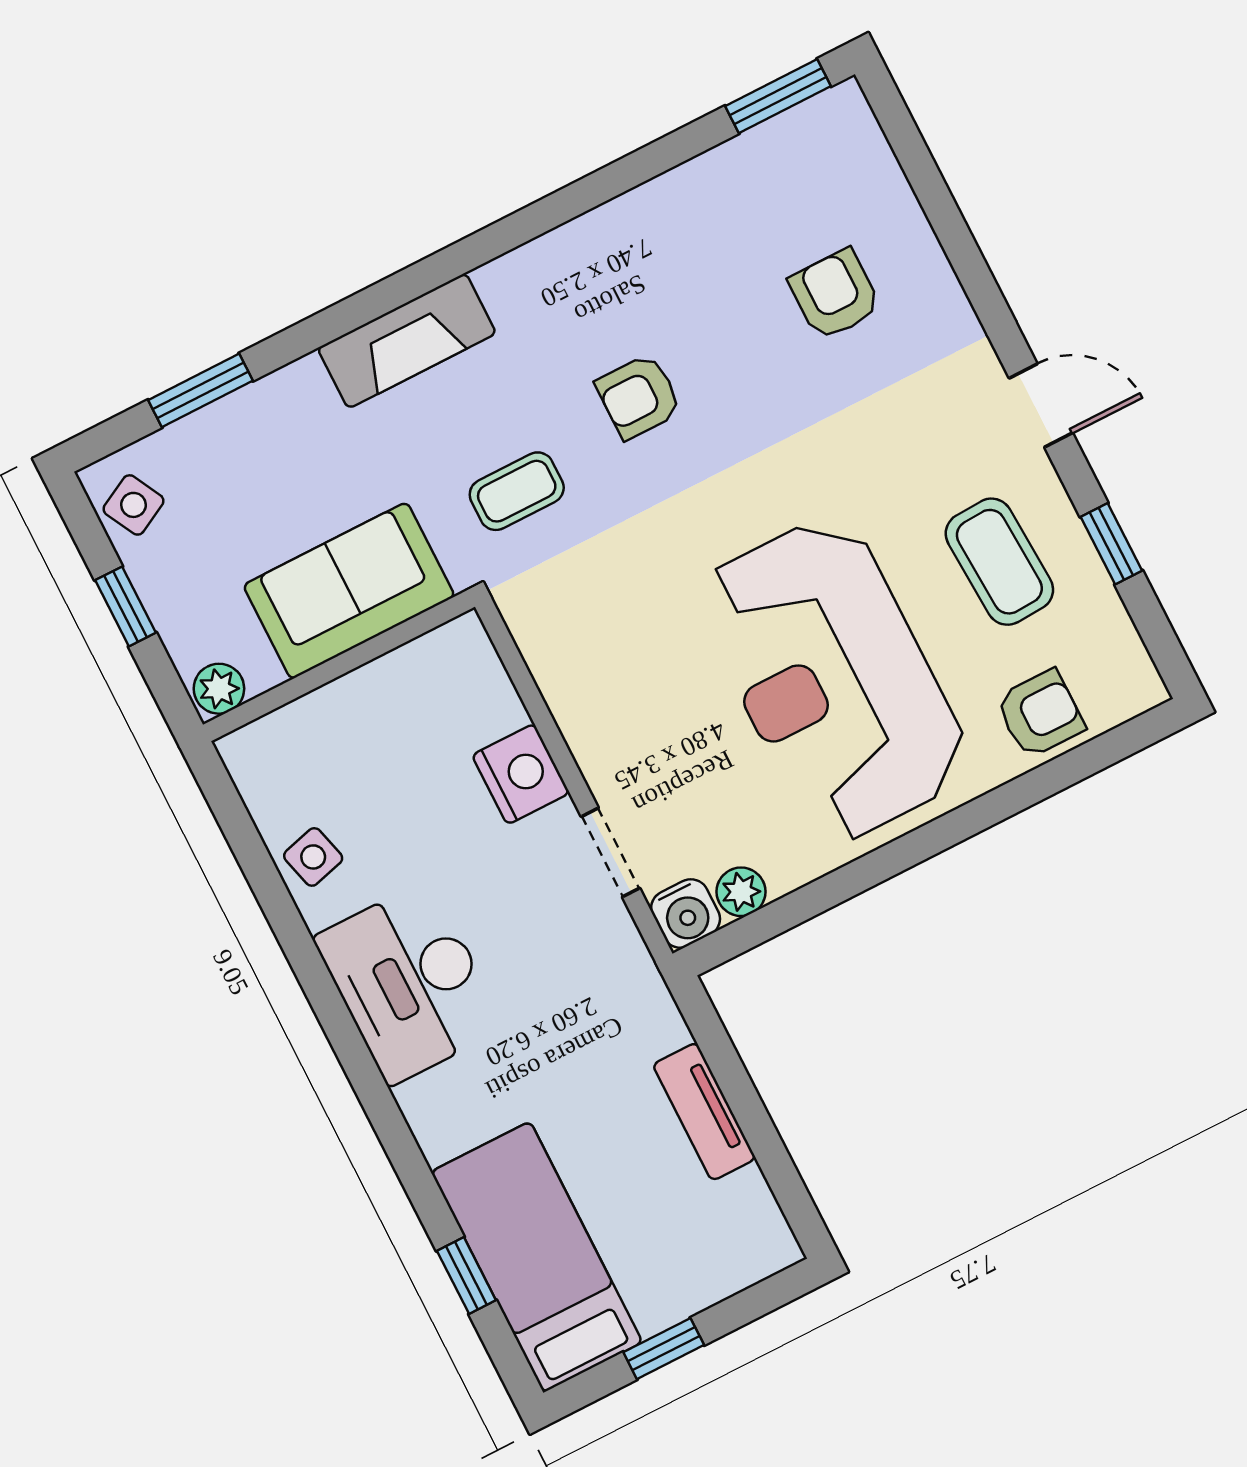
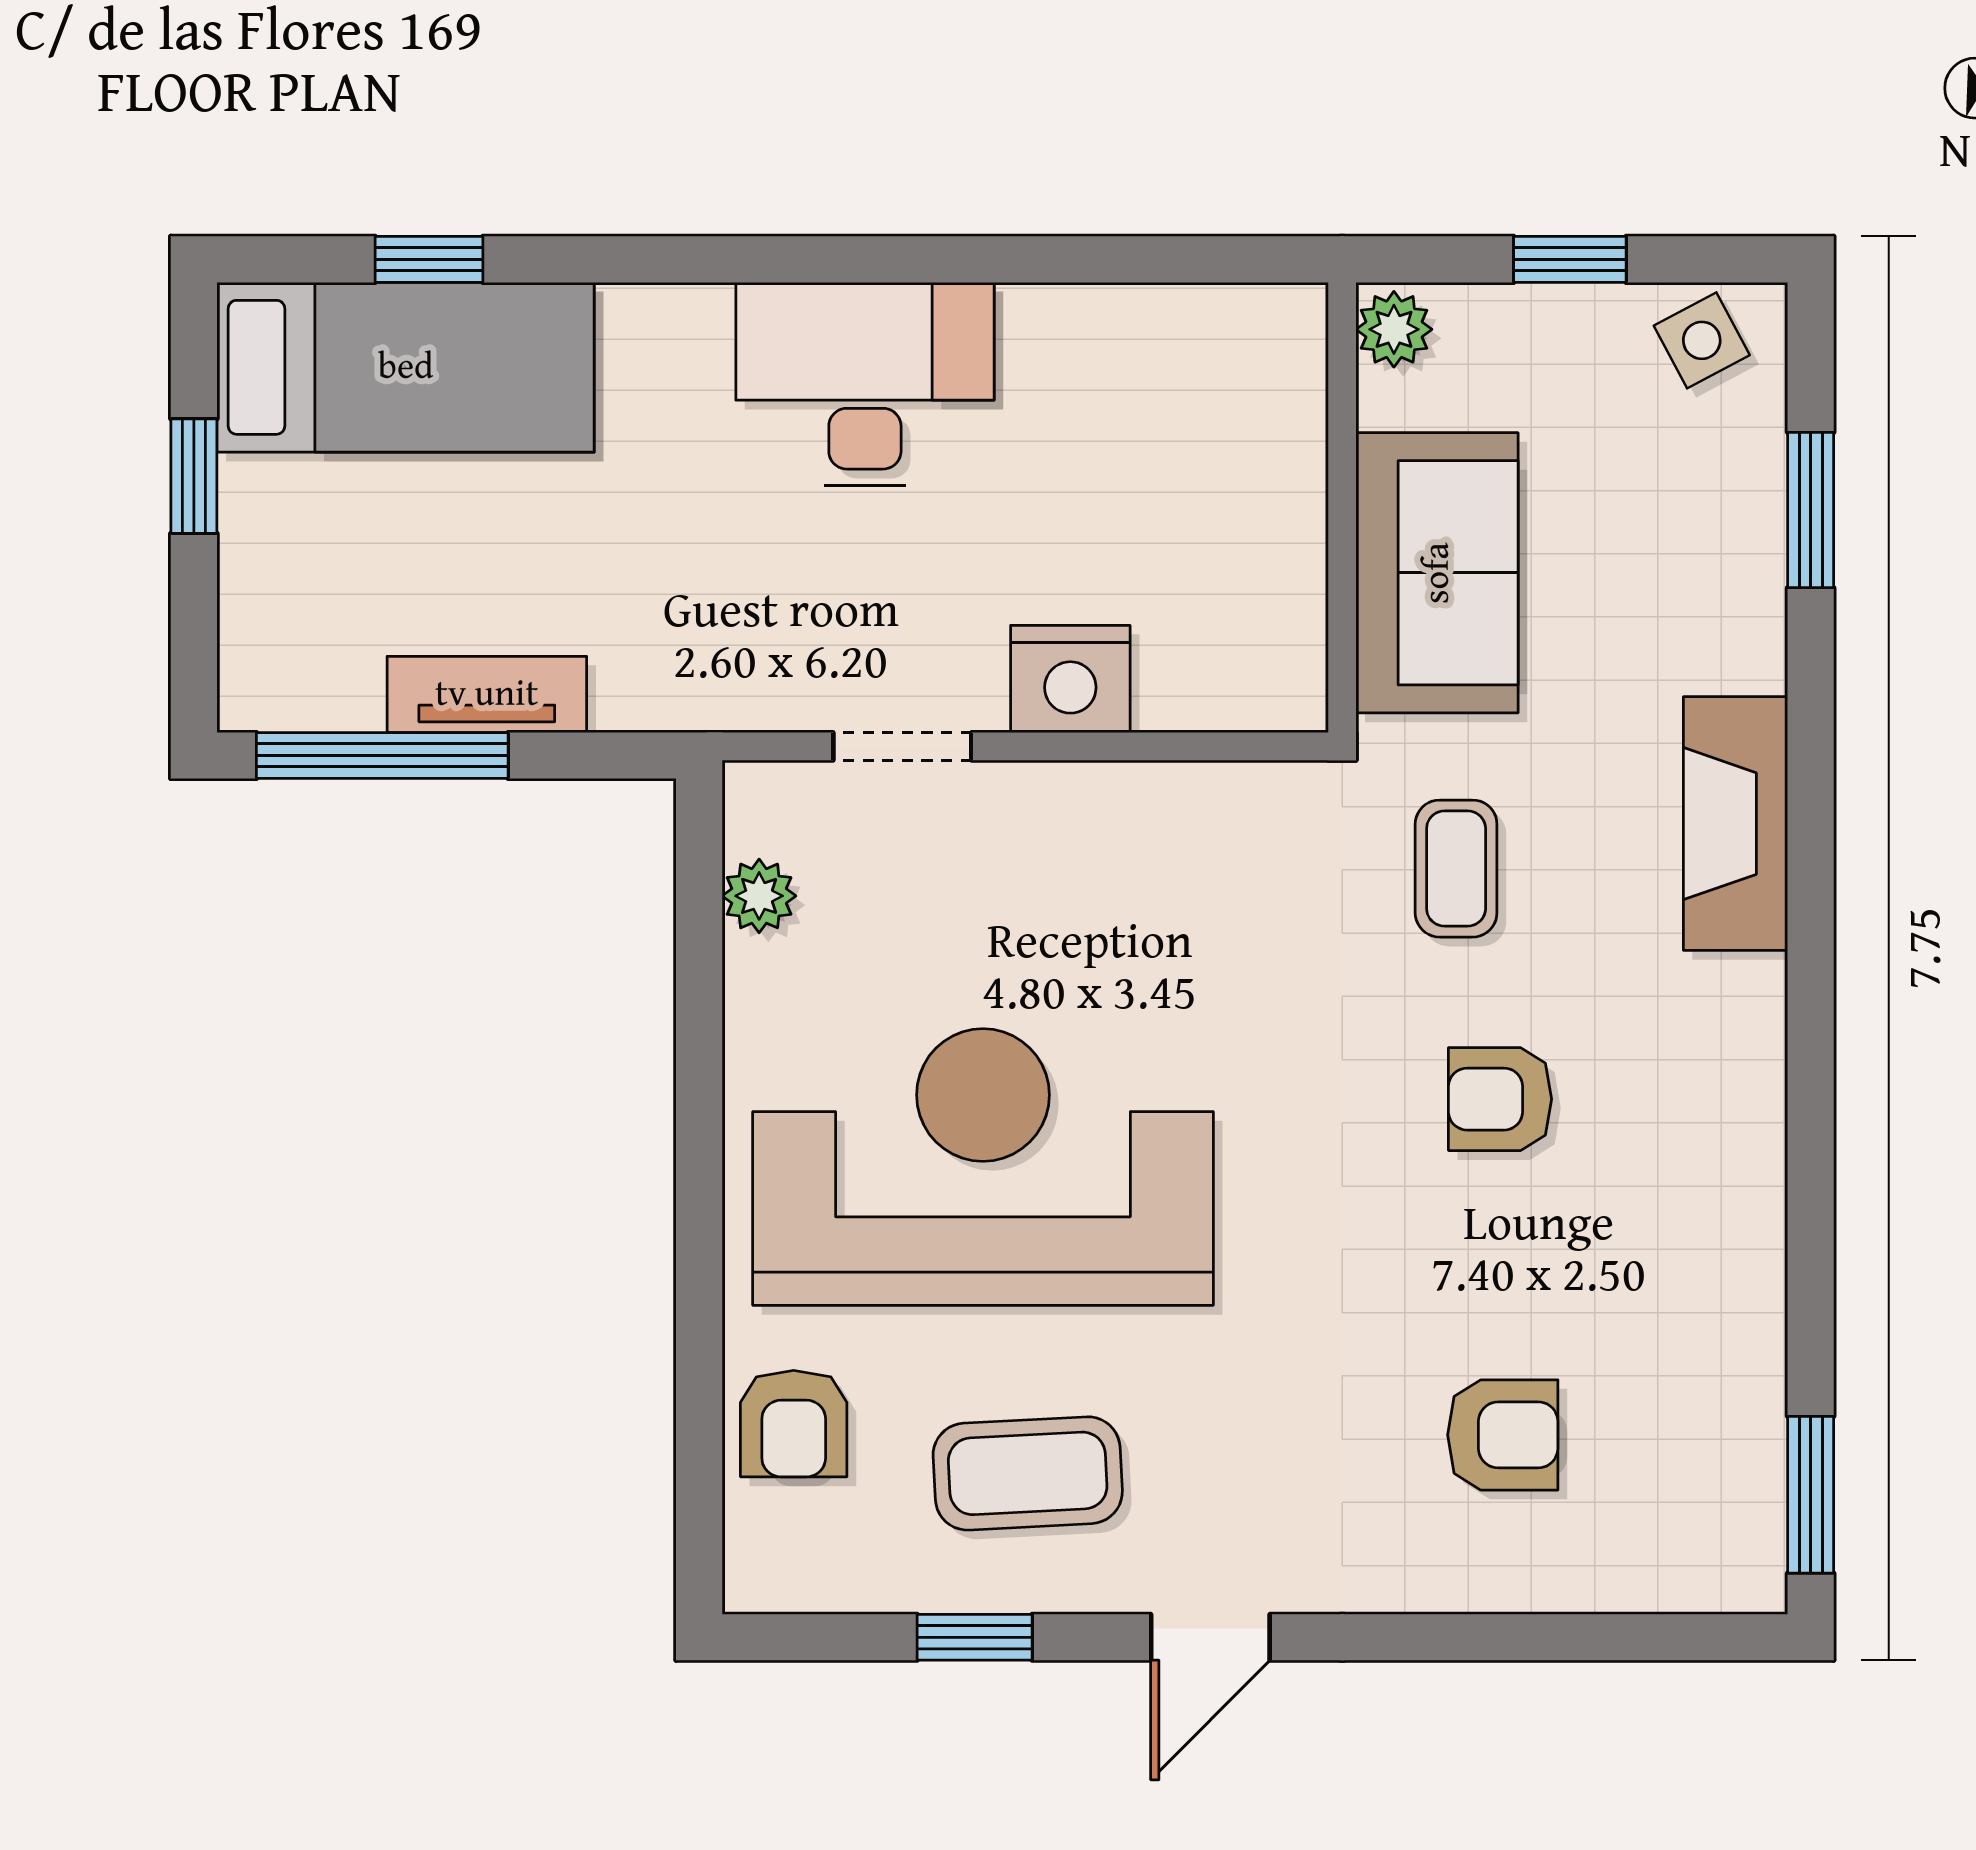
armchair: (639, 397) -> (1500, 1099), turned -90
side table: (313, 857) -> (1101, 341), removed
water cooler: (686, 913) -> (768, 806), removed
window: (771, 1155) -> (382, 755), added

